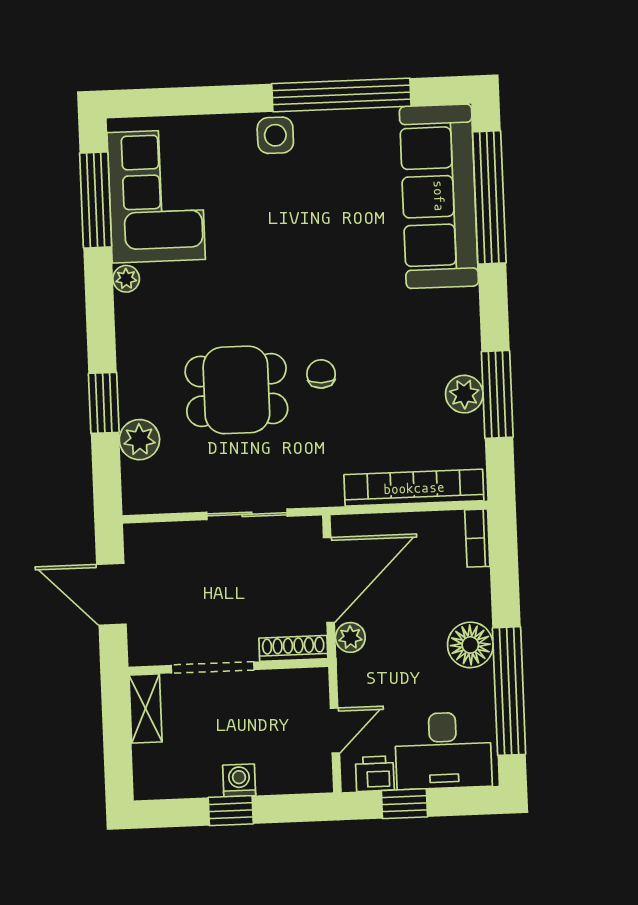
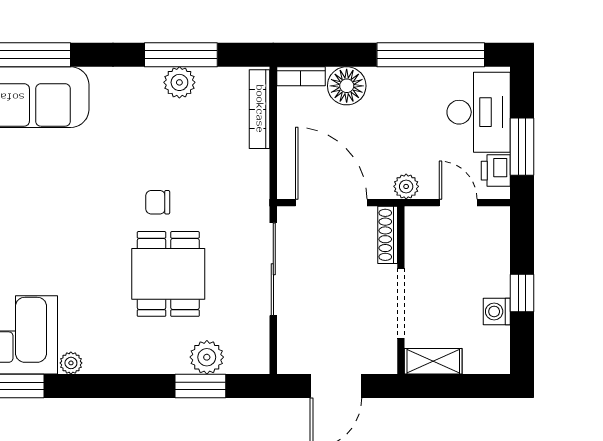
window: (104, 403) -> (200, 386), moved
bookcase: (414, 488) -> (260, 109), width x0.68, depth x0.76
sliding door: (247, 514) -> (273, 269), width x1.37
plant: (350, 637) -> (406, 186), moved
floor lamp: (470, 645) -> (347, 86), moved
washing machine: (239, 780) -> (497, 311), moved
window: (404, 804) -> (522, 147), width x1.50

